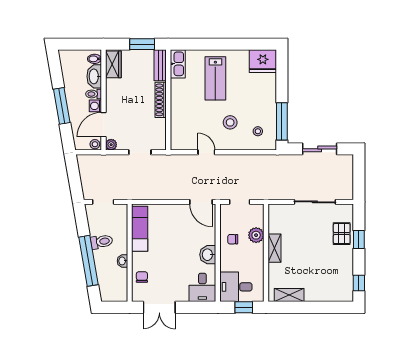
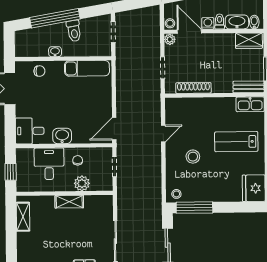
shoe rack: (161, 100) -> (193, 88), moved
stool: (258, 131) -> (176, 194), moved
desk: (236, 287) -> (49, 164), moved

